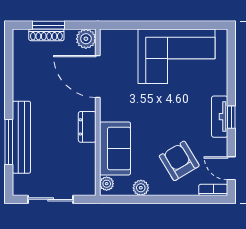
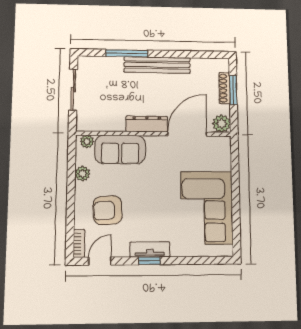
dresser: (87, 127) -> (147, 124), width x1.44
bench: (21, 137) -> (157, 65), moved
armchair: (179, 161) -> (108, 210), turned -153

